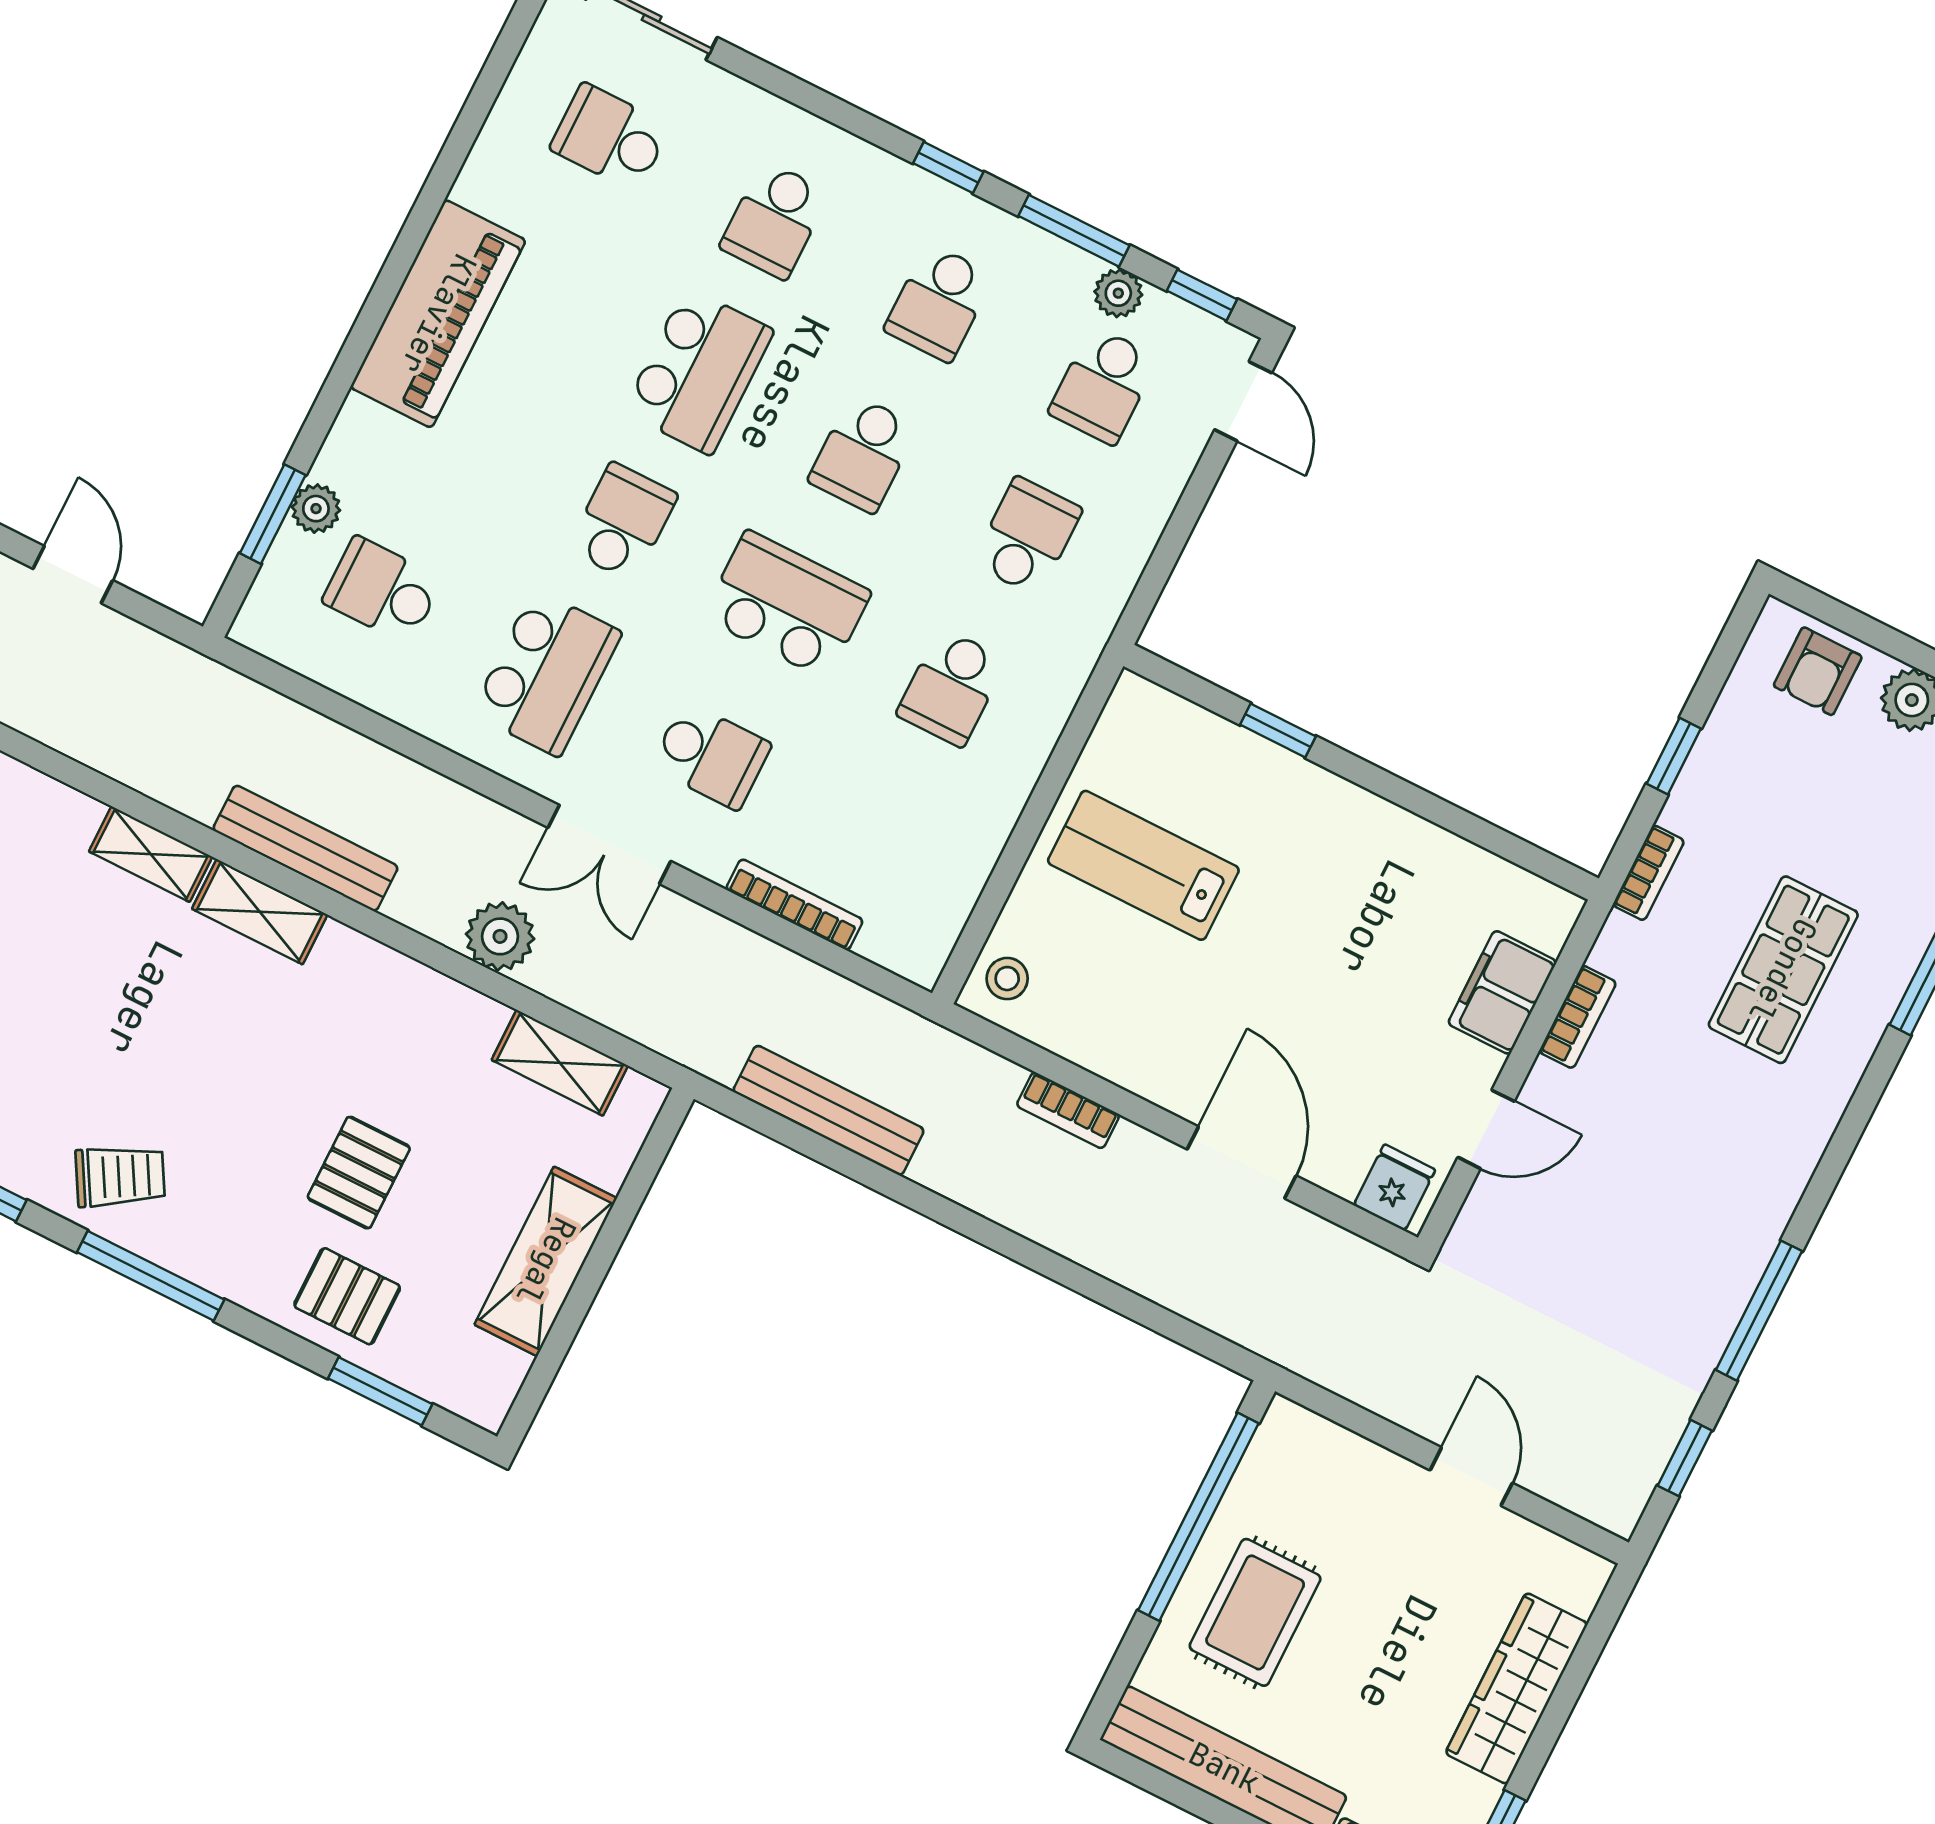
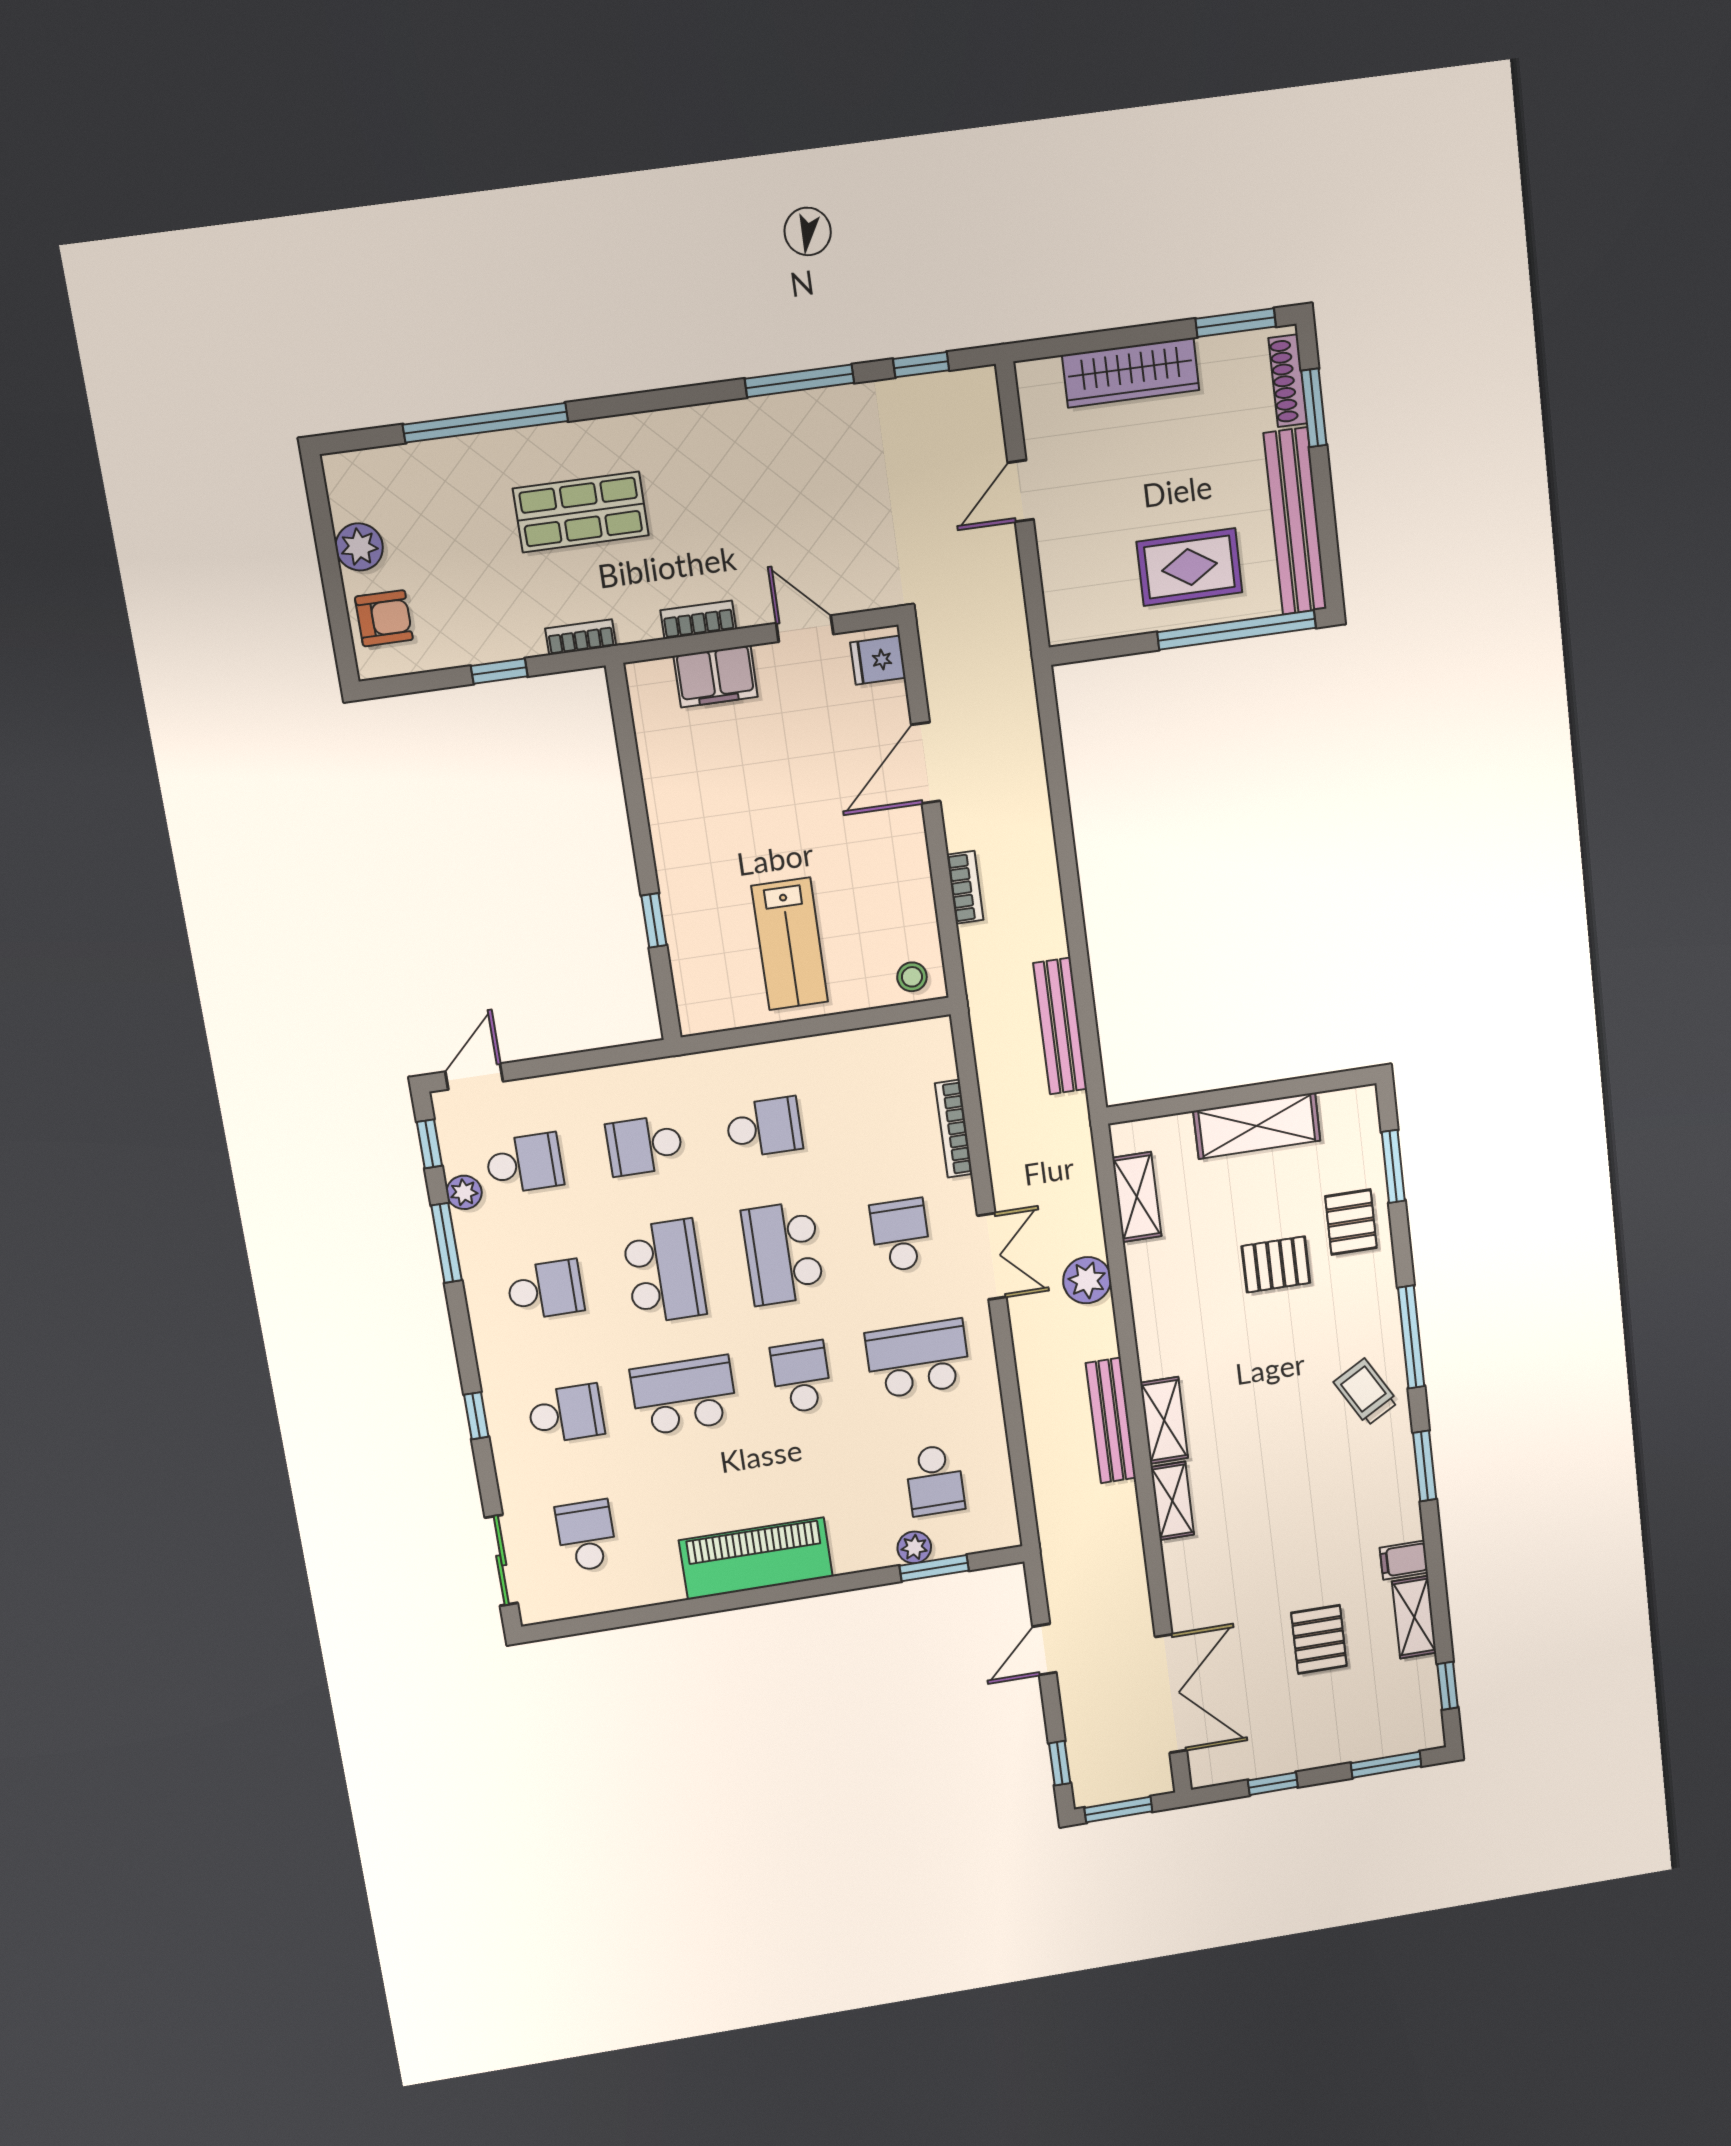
school desk: (610, 137) -> (586, 1536), turned 180
window: (948, 168) -> (476, 1416), moved
school desk: (863, 454) -> (664, 1271), width x1.85
school desk: (623, 522) -> (801, 1377), turned 90
window: (1198, 1517) -> (1237, 630), moved

